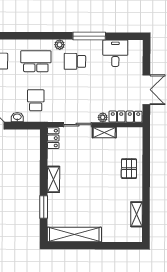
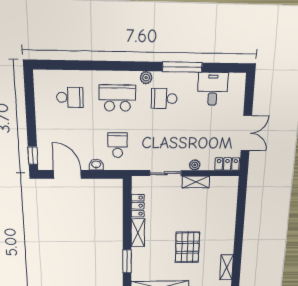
locker: (125, 117) -> (227, 164), width x0.66
locker: (53, 138) -> (138, 206), moved
pallet: (129, 169) -> (187, 247), moved, width x1.50, depth x1.42

